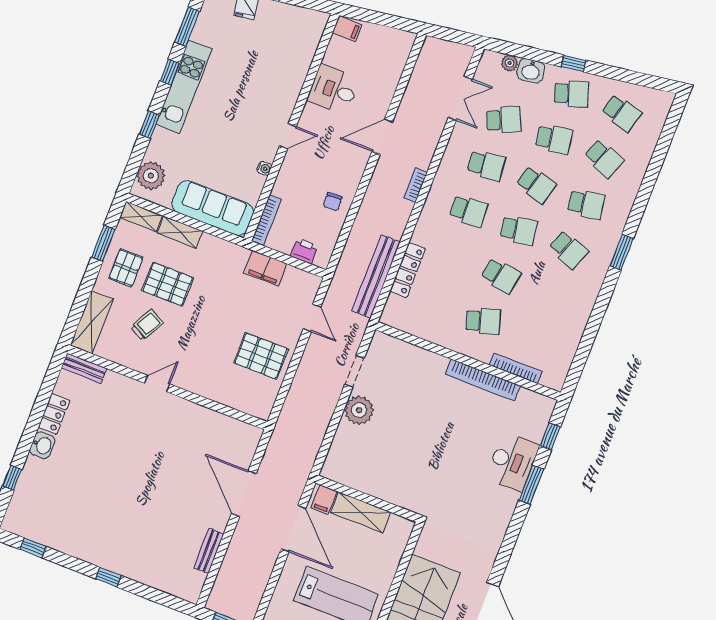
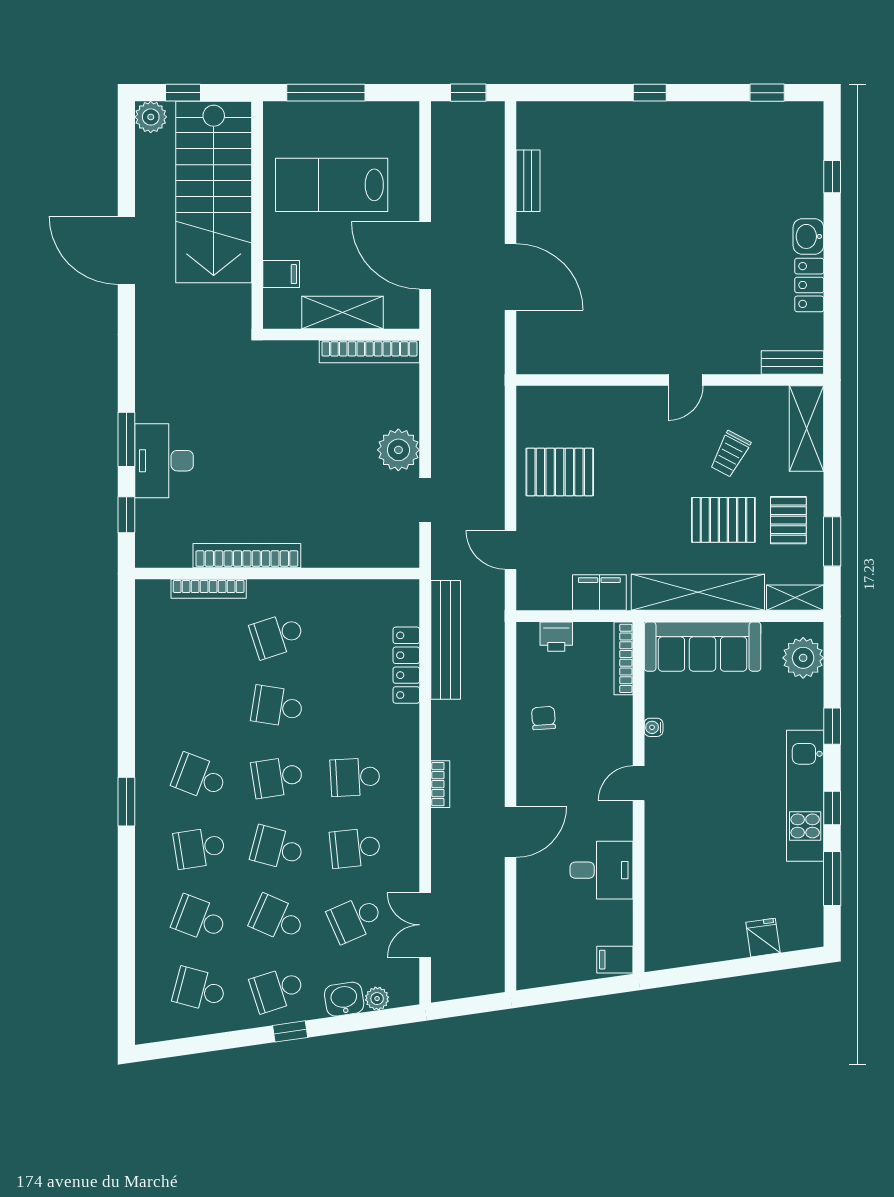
school desk: (554, 139) -> (277, 919), turned 33
shelving: (180, 232) -> (698, 592), width x2.20, depth x1.33
bookcase: (353, 481) -> (369, 352), added
filing cabinet: (324, 500) -> (281, 274), moved, turned 90

